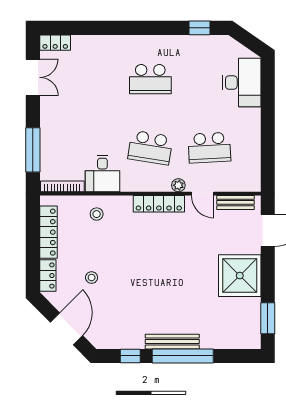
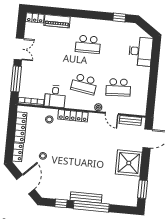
piano: (94, 45) -> (57, 21), added
double door: (33, 77) -> (19, 49), moved
locker: (159, 204) -> (73, 116), moved

